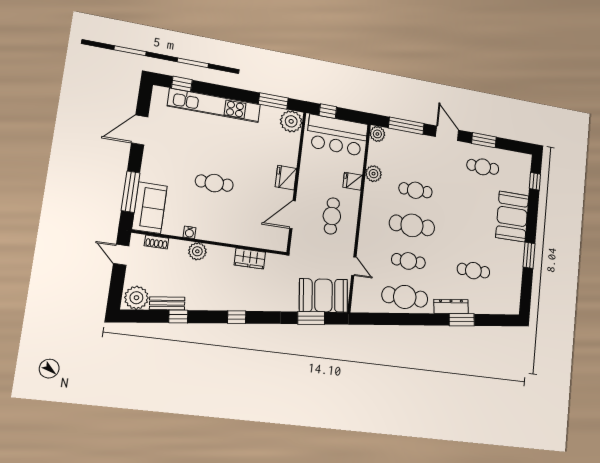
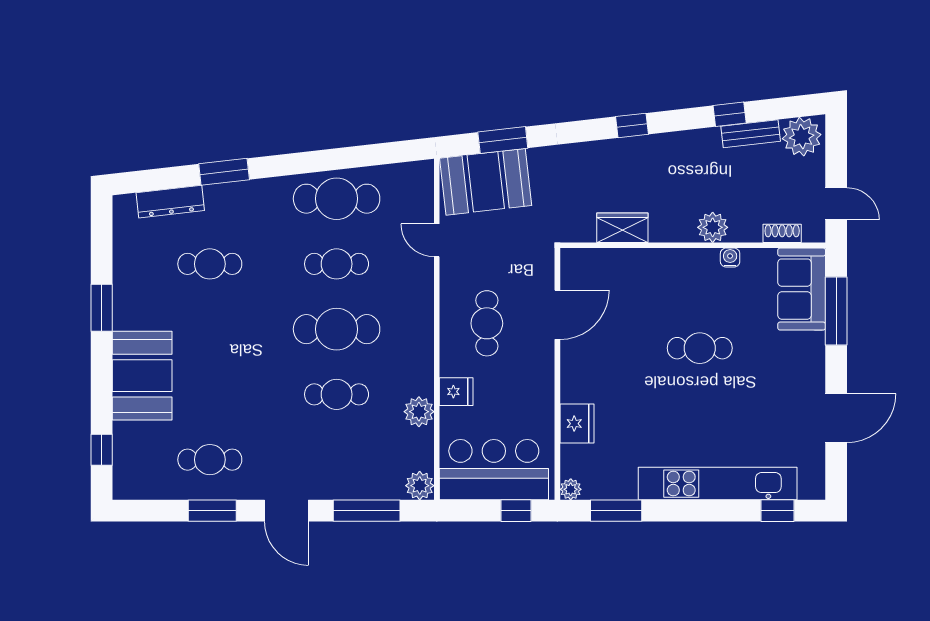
plant: (291, 121) -> (571, 489), width x0.53, depth x0.53
fridge: (286, 178) -> (577, 424), moved
dresser: (451, 307) -> (170, 202), moved

